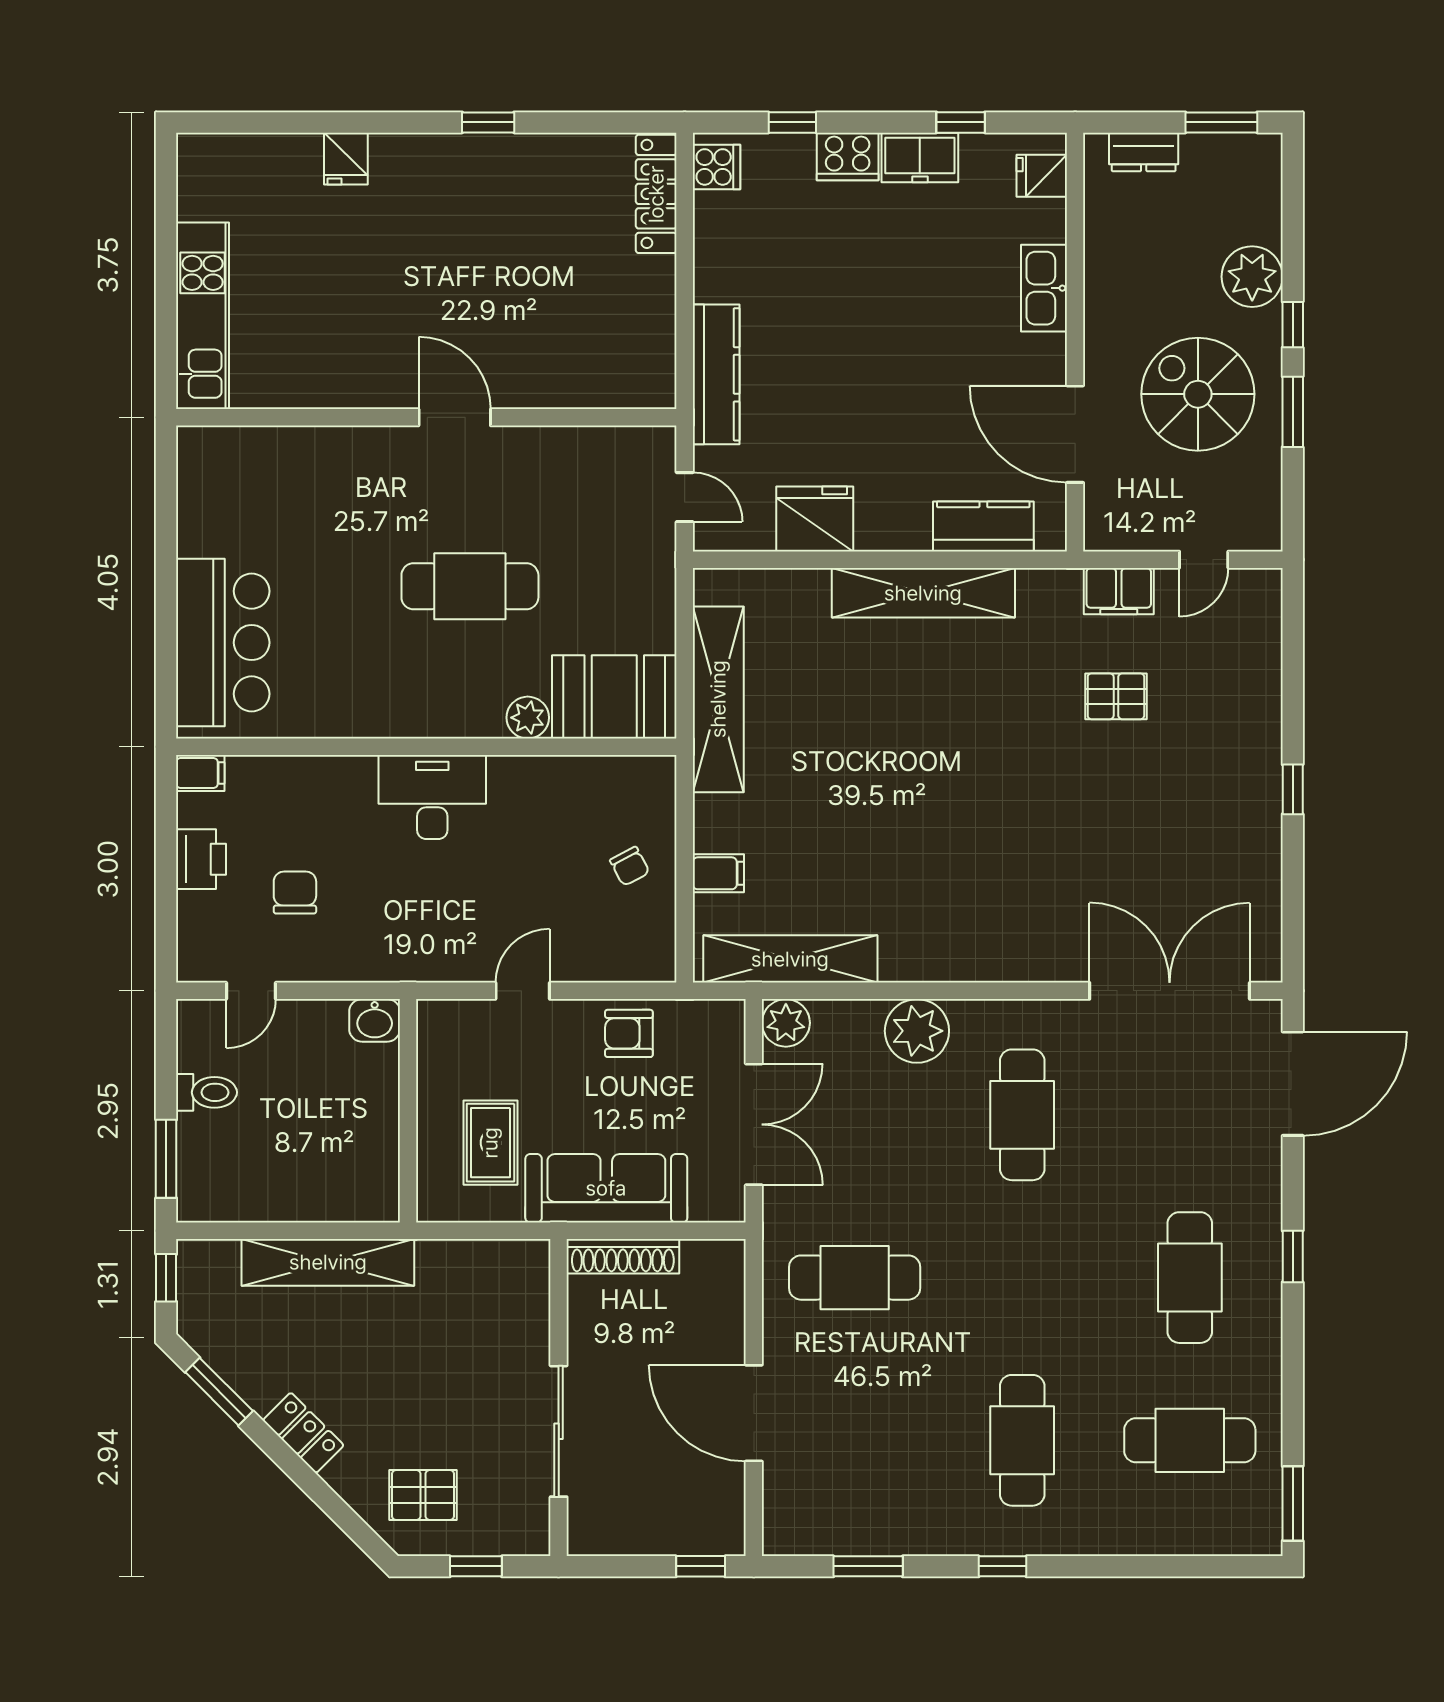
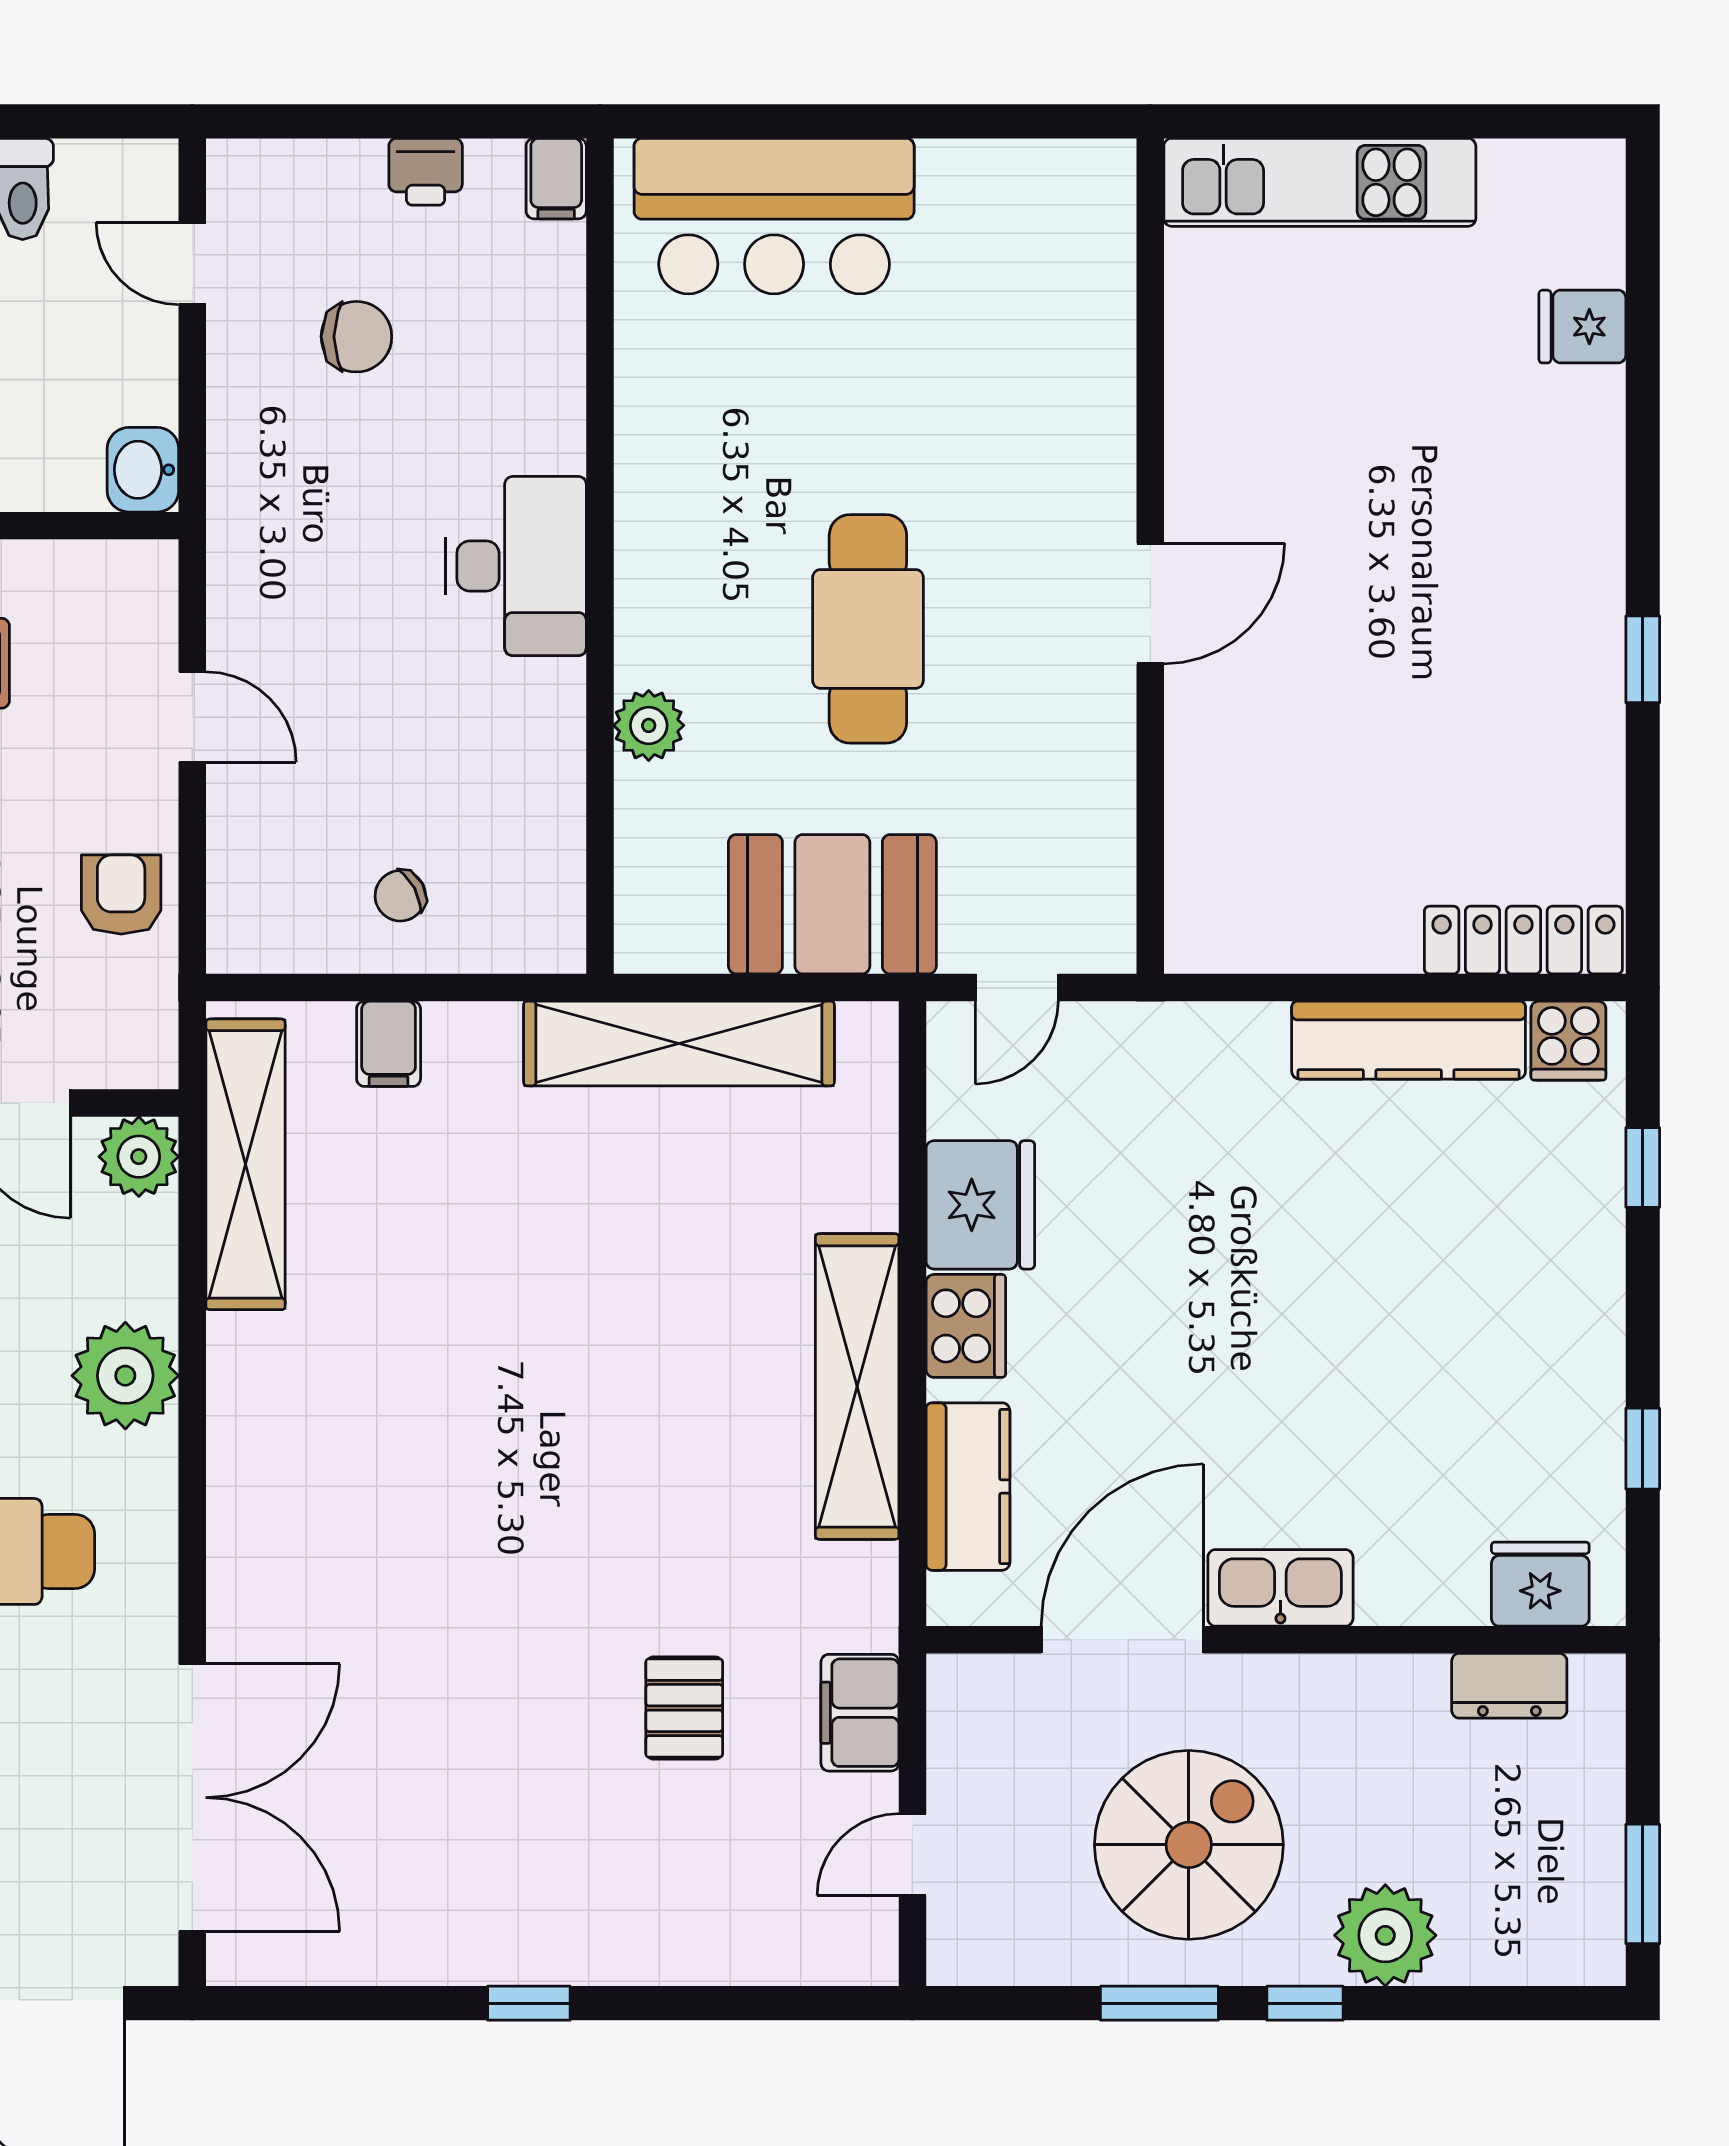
dresser: (1144, 152) -> (1509, 1686), moved, turned -90
cooker: (848, 156) -> (966, 1326), moved, turned 180
freezer: (920, 157) -> (1584, 1381), removed
fridge: (346, 159) -> (1582, 327), moved
fridge: (1042, 176) -> (1540, 1584), width x1.38
kitchen sink: (1044, 288) -> (1280, 1588), moved
kitchen counter: (716, 374) -> (1409, 1040), moved
door: (1204, 560) -> (912, 1855), hinge flipped
booth: (614, 697) -> (832, 904), moved, turned 90
printer: (201, 859) -> (426, 172), width x0.73, depth x0.81

